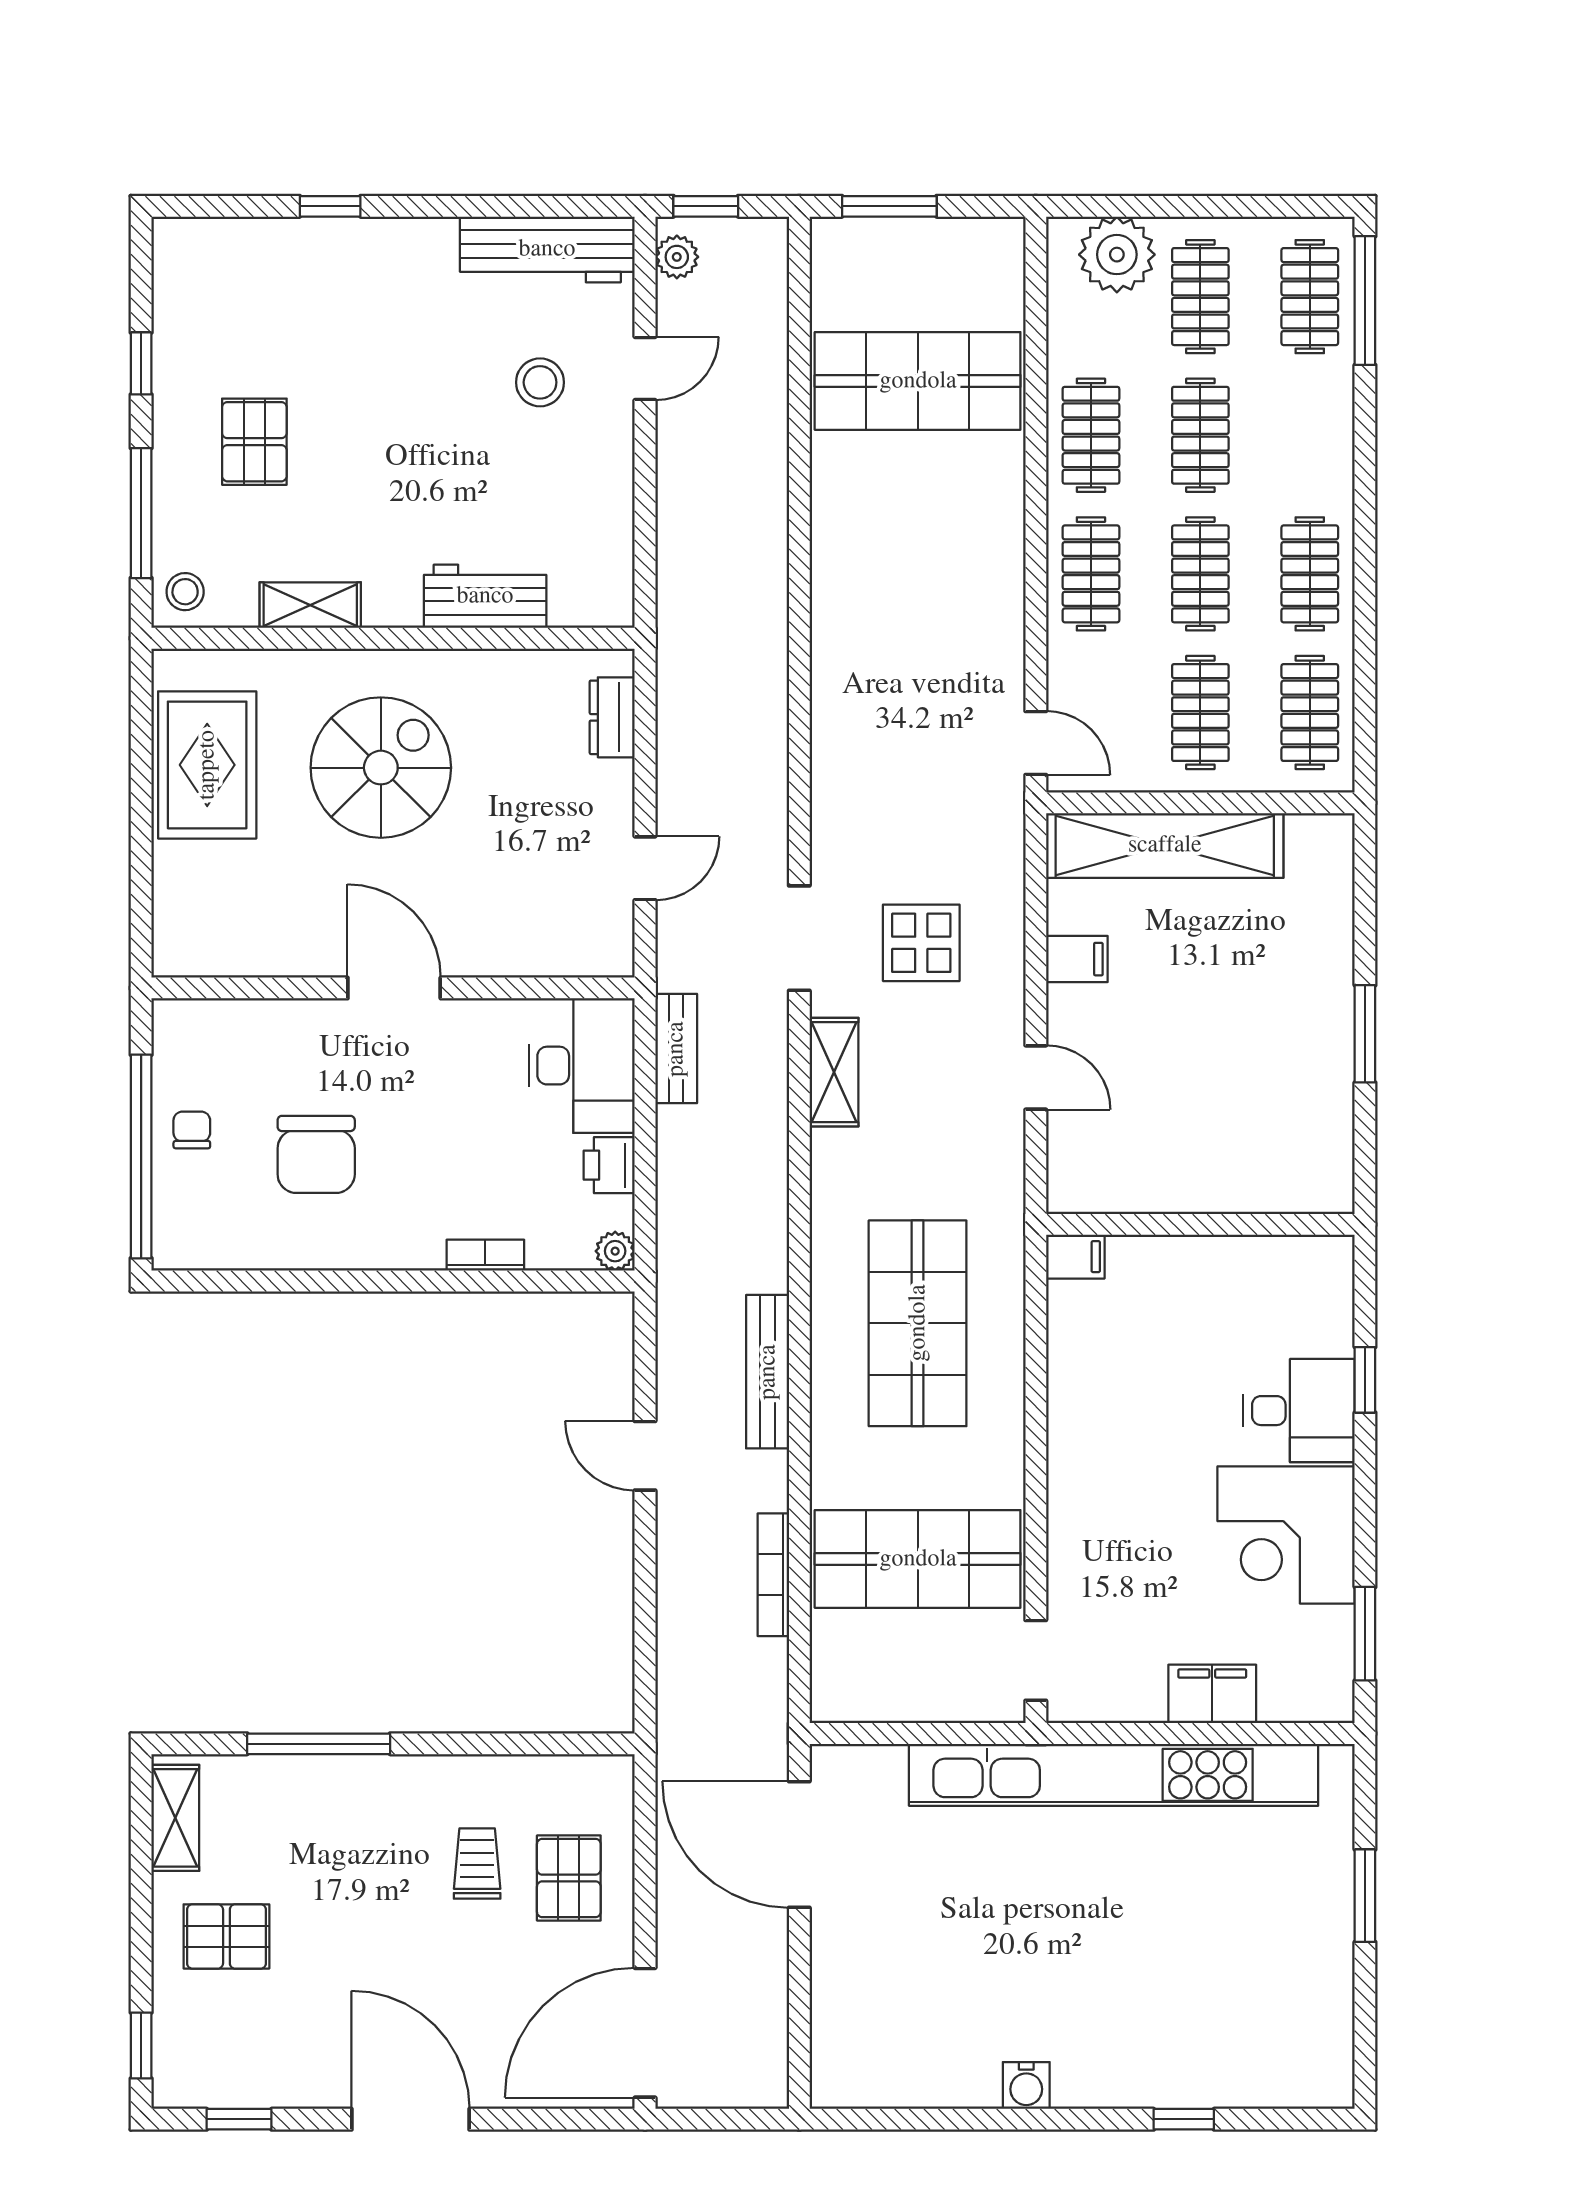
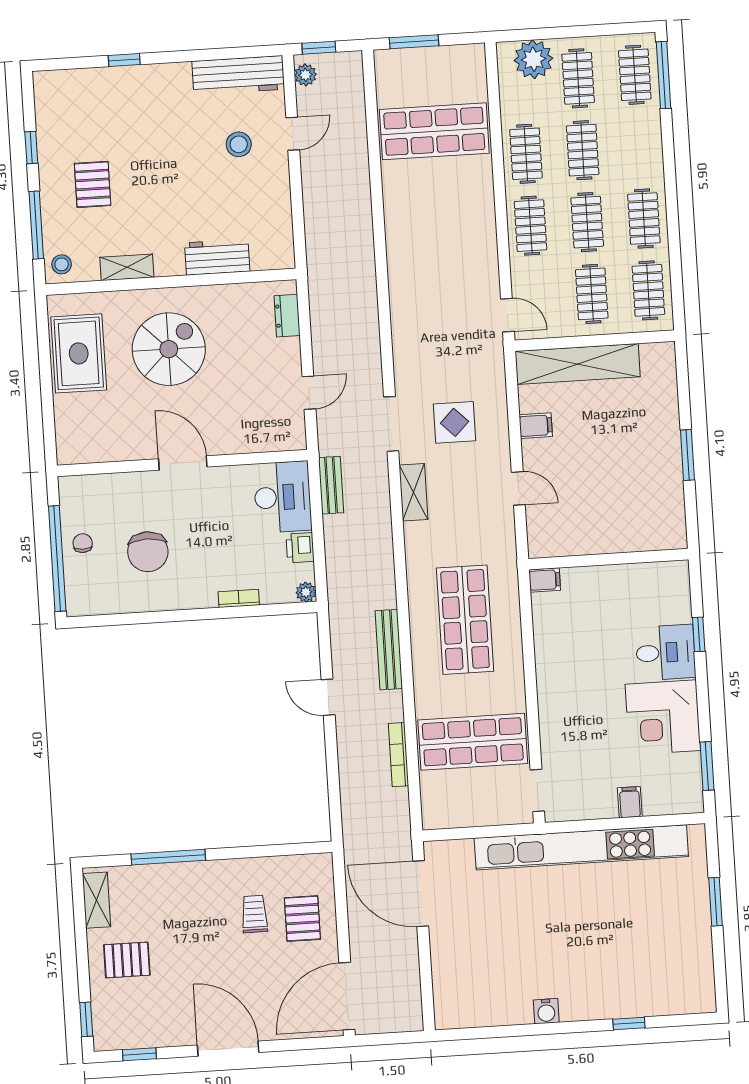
filing cabinet: (1212, 1694) -> (630, 802), width x0.50

